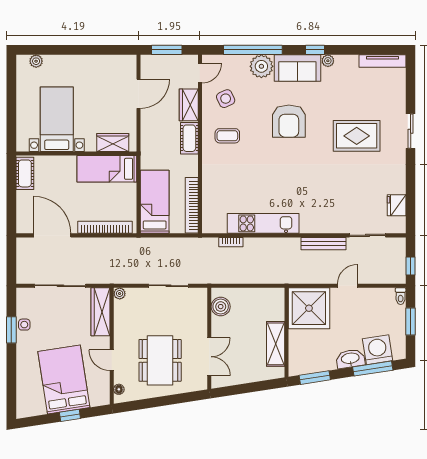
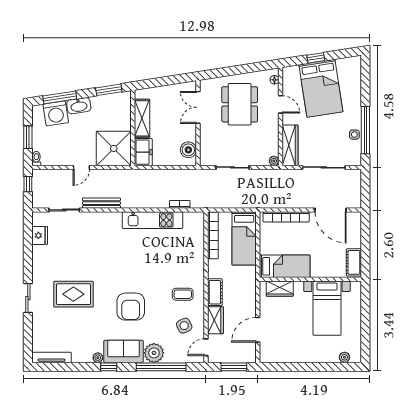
armchair: (289, 121) -> (131, 307), turned 180
freezer: (274, 304) -> (143, 152), added
window: (11, 330) -> (365, 130), width x2.11

